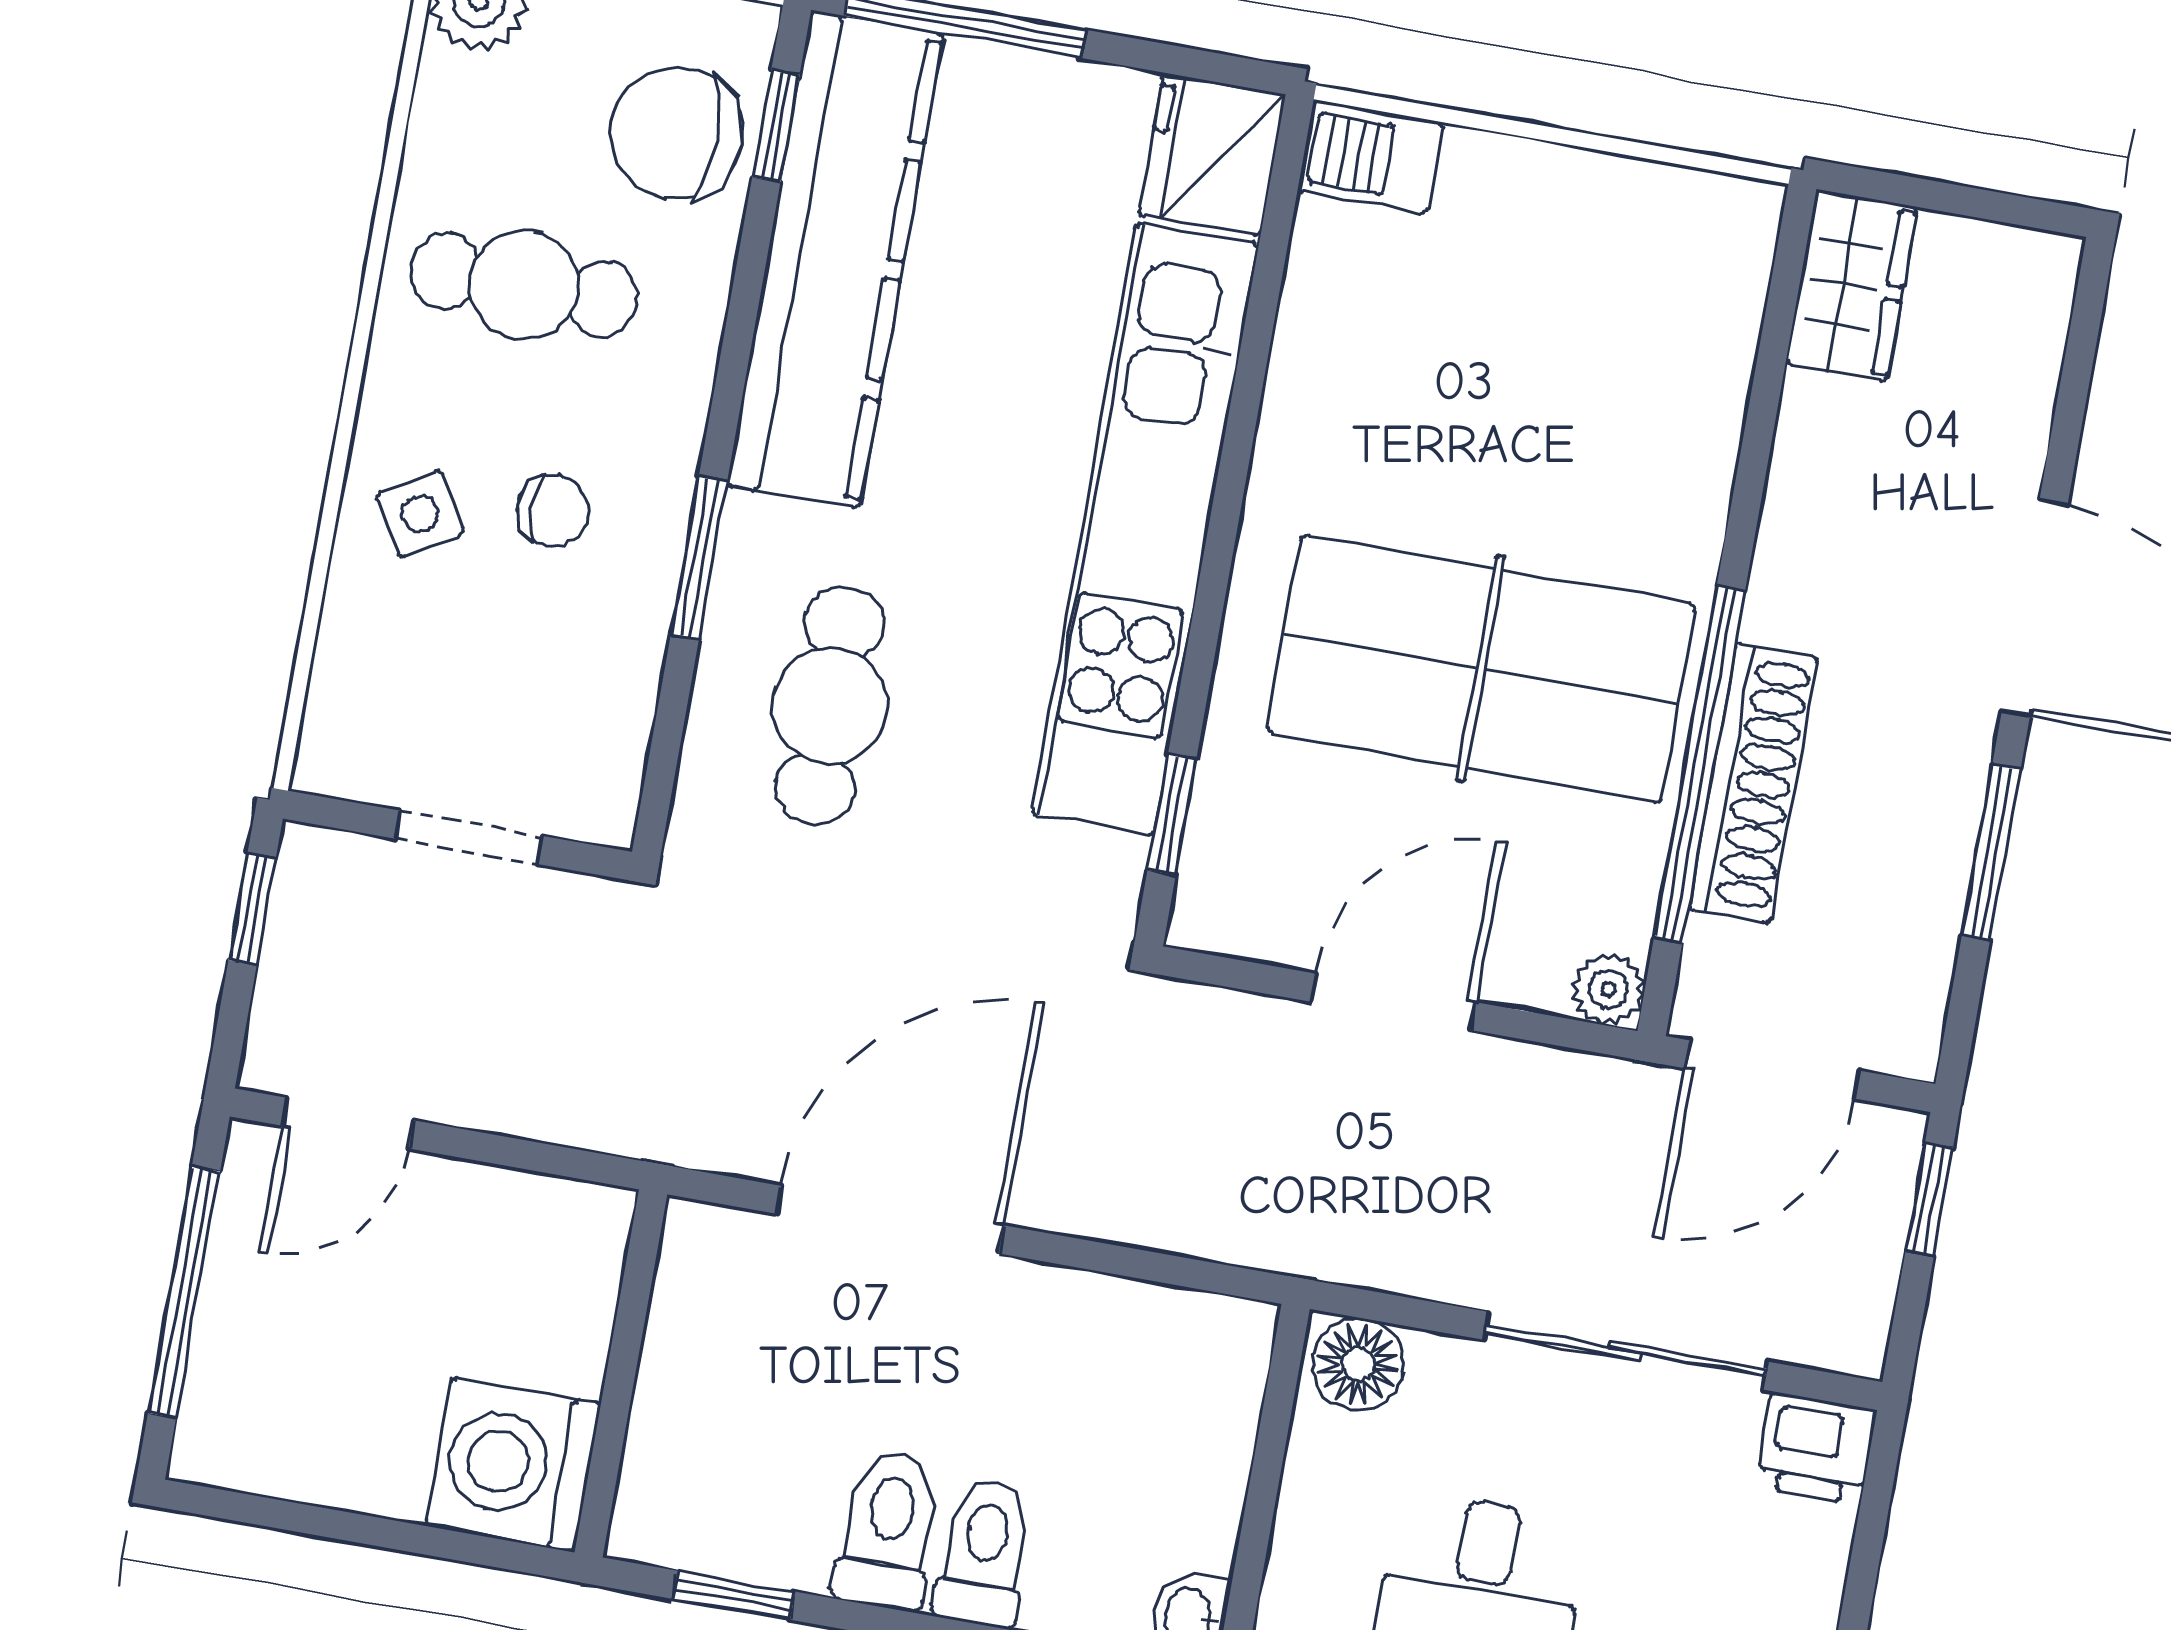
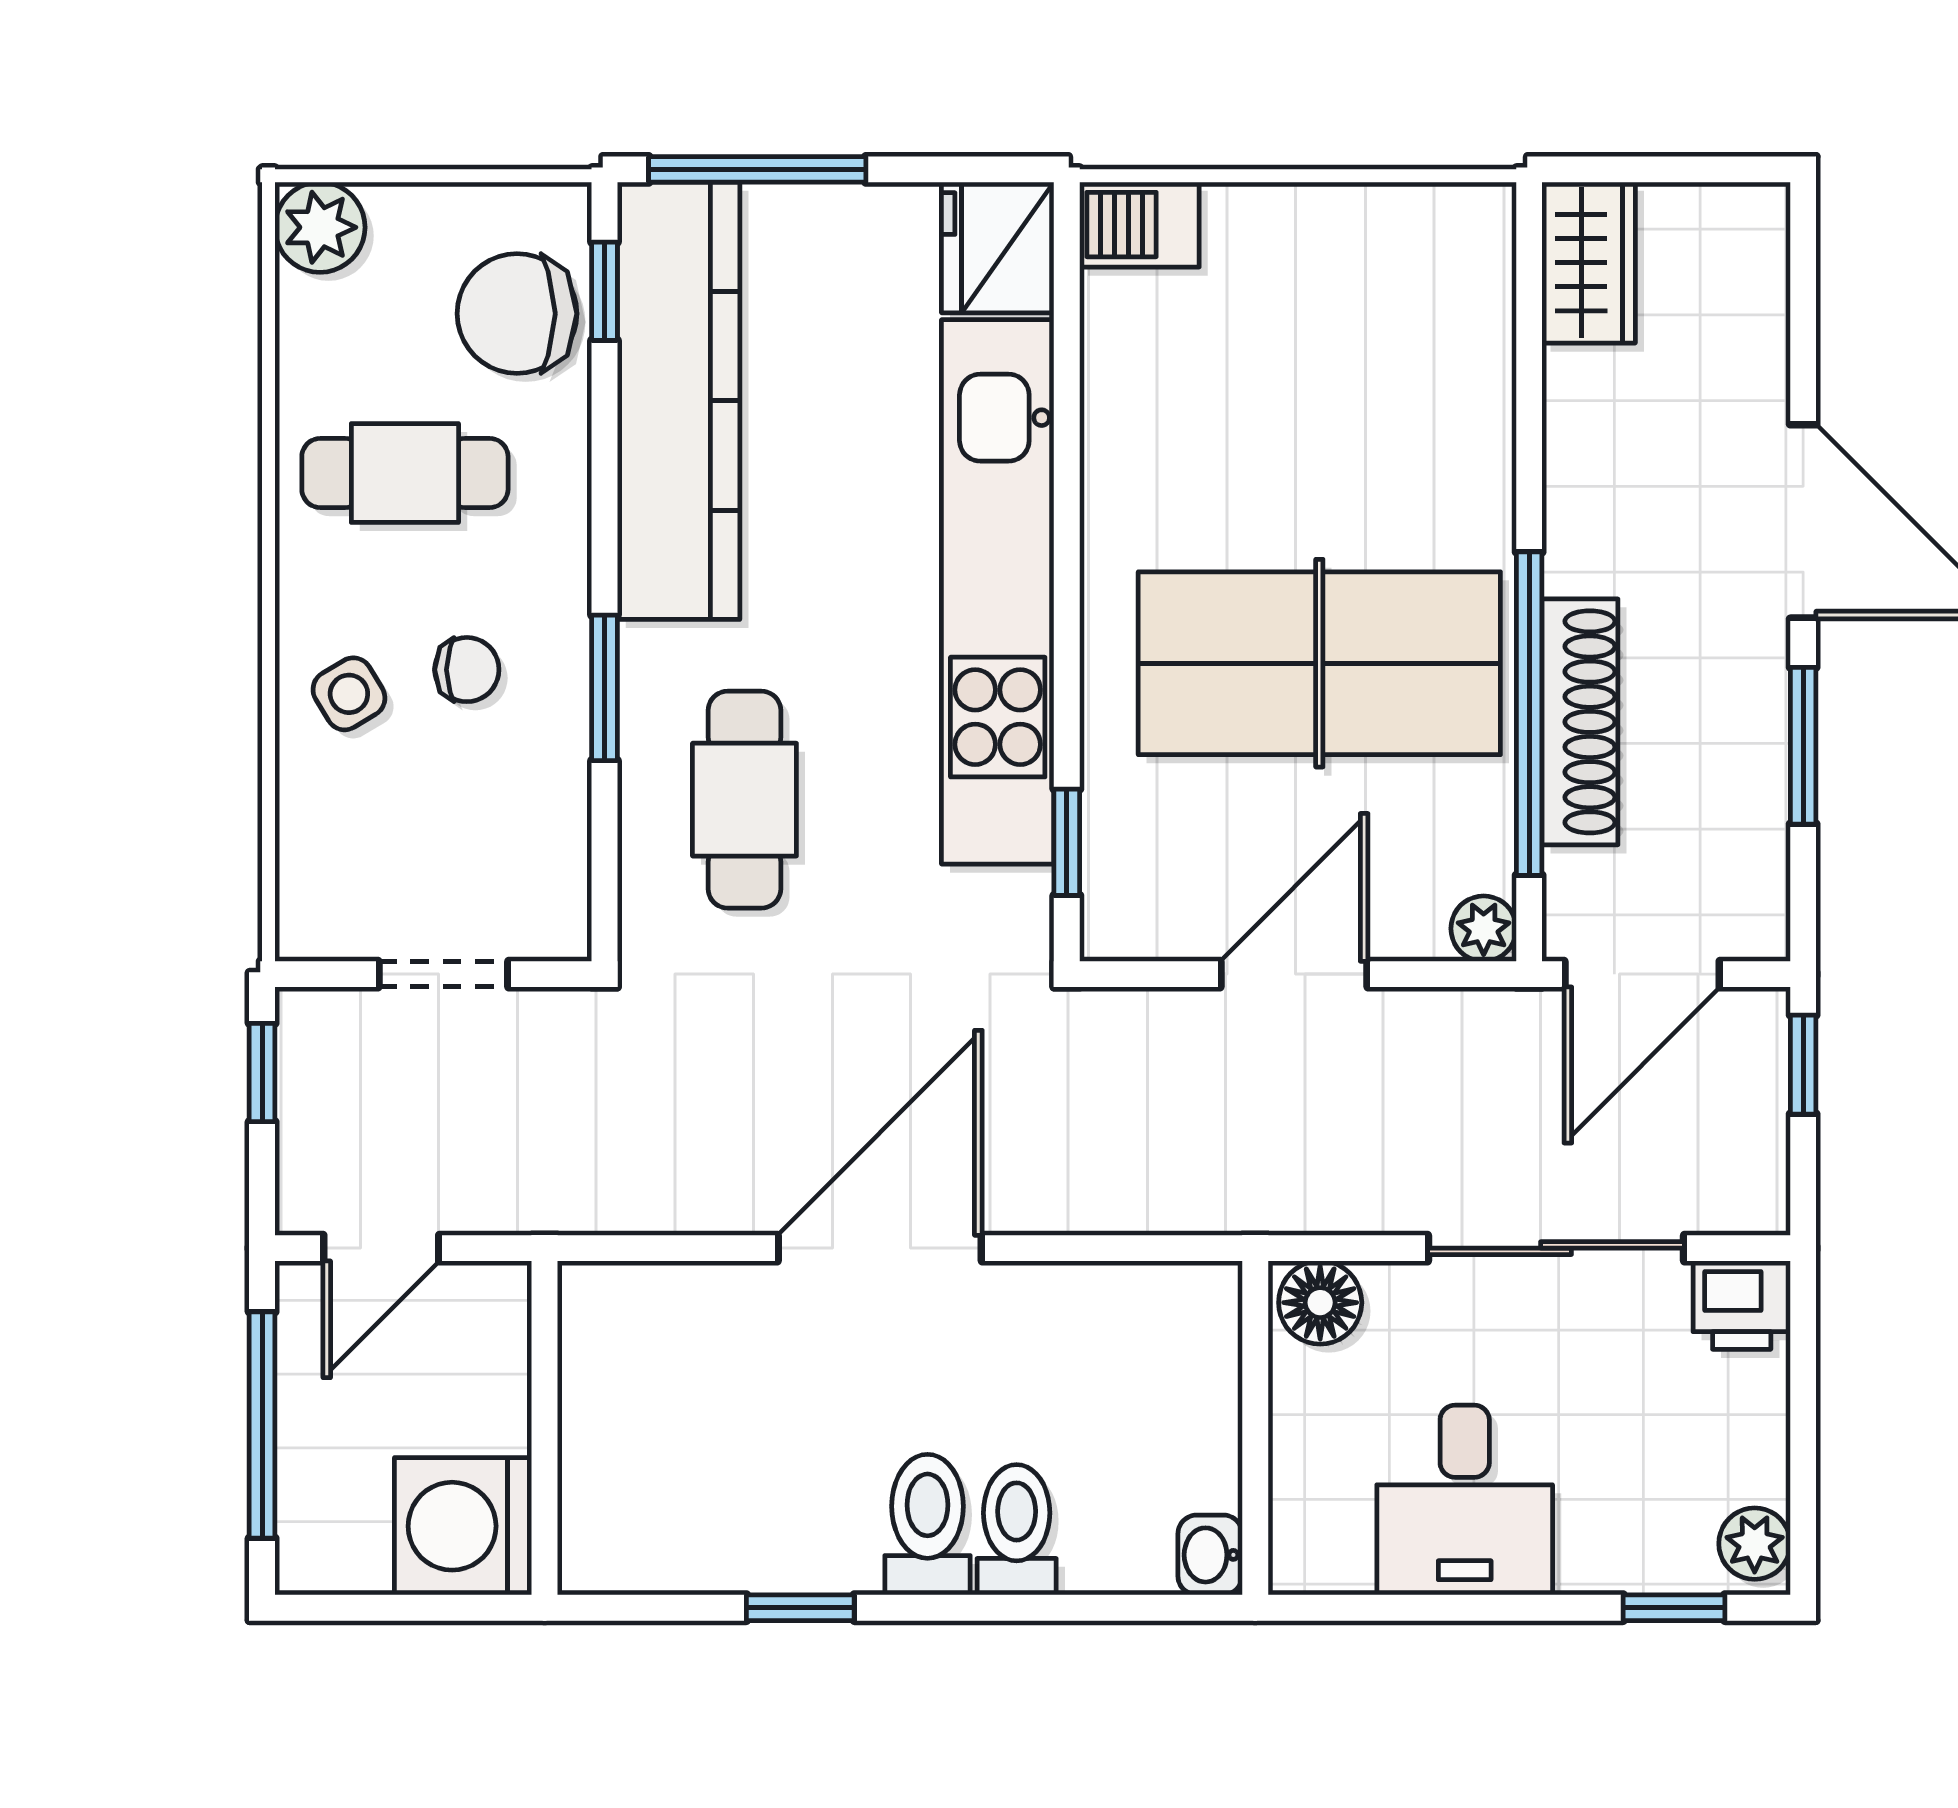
wall: (621, 1373) -> (545, 1428), moved
washing machine: (513, 1464) -> (463, 1526), moved

